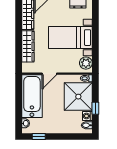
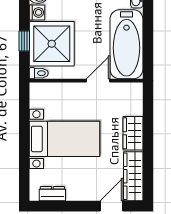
wardrobe: (28, 46) -> (133, 133), width x0.67
plant: (86, 63) -> (39, 98), removed
window: (95, 108) -> (24, 41), moved

